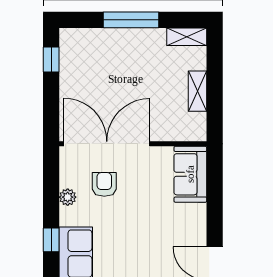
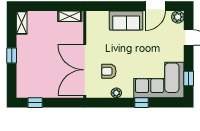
window: (131, 20) -> (12, 55), width x0.46
shelving: (198, 91) -> (70, 16), moved
sofa: (190, 174) -> (126, 20), moved

